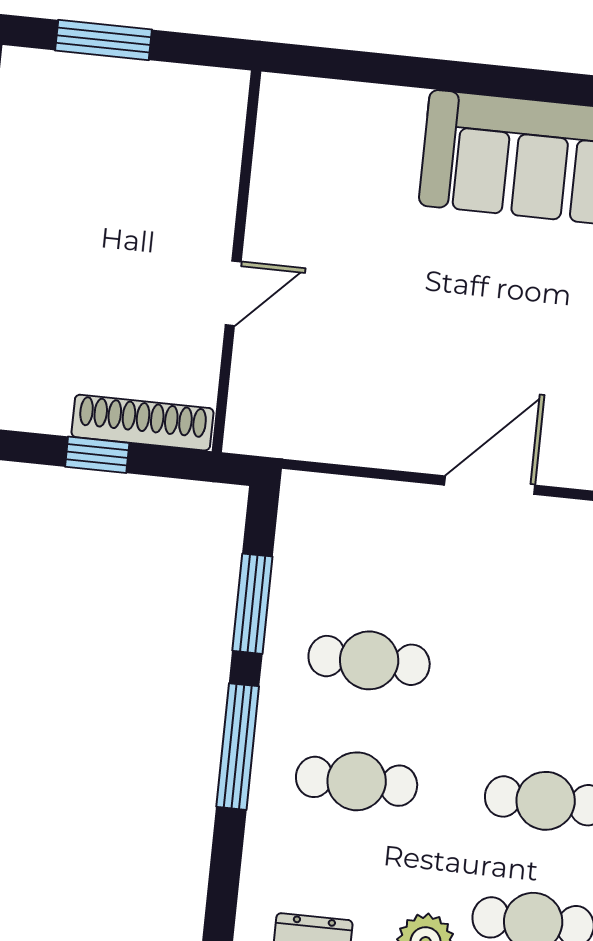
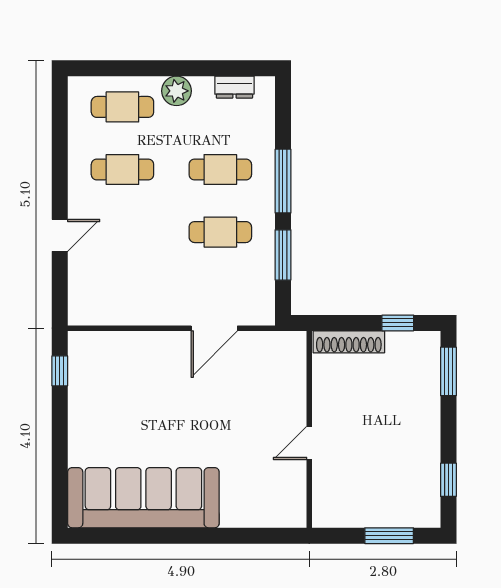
door: (233, 293) -> (309, 443), moved
window: (97, 455) -> (398, 323), moved
door: (490, 485) -> (214, 328), moved

